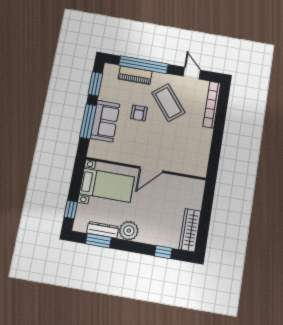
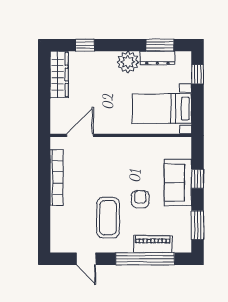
coffee table: (168, 103) -> (108, 218), turned 39
bookcase: (212, 105) -> (56, 177), moved
window: (88, 121) -> (197, 179), width x0.46
door: (151, 170) -> (80, 135), moved

